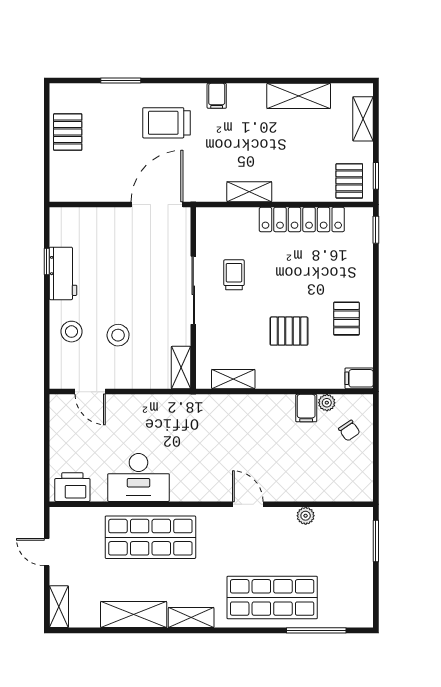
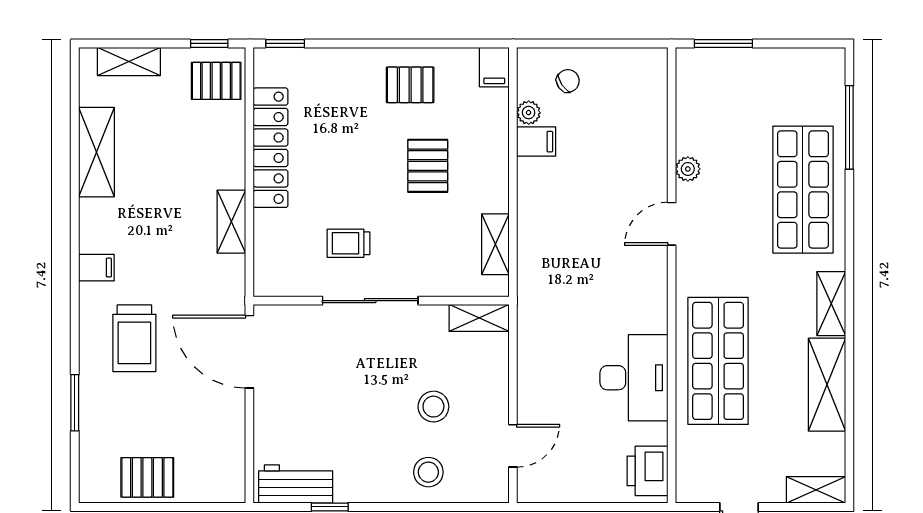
workbench: (63, 273) -> (296, 484), moved
plant: (306, 516) -> (688, 169), moved

